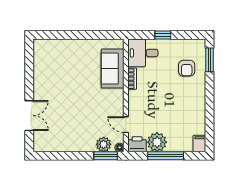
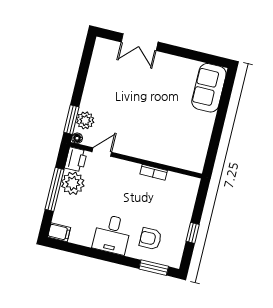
window: (163, 35) -> (193, 233), moved
desk: (143, 53) -> (112, 234), moved, turned 180
sofa: (113, 69) -> (209, 88), moved, turned -90

